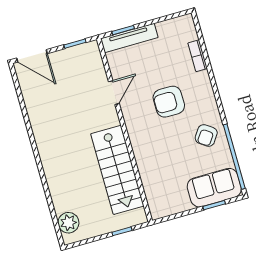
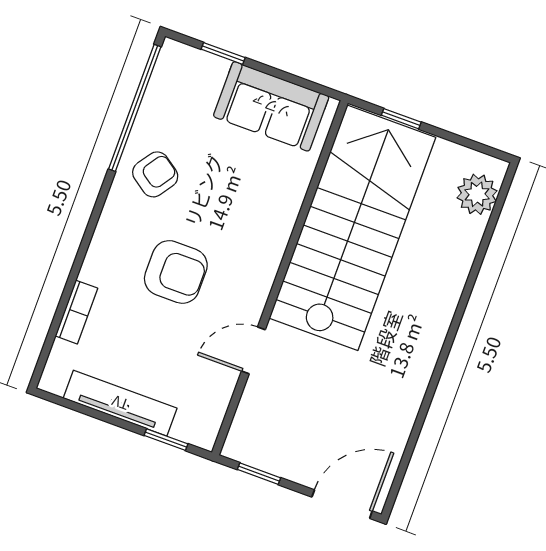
tv unit: (129, 38) -> (120, 403), moved
door: (32, 56) -> (342, 504), hinge flipped
stairs: (117, 170) -> (352, 228), width x1.36, depth x1.51
sofa: (214, 188) -> (271, 106), moved

